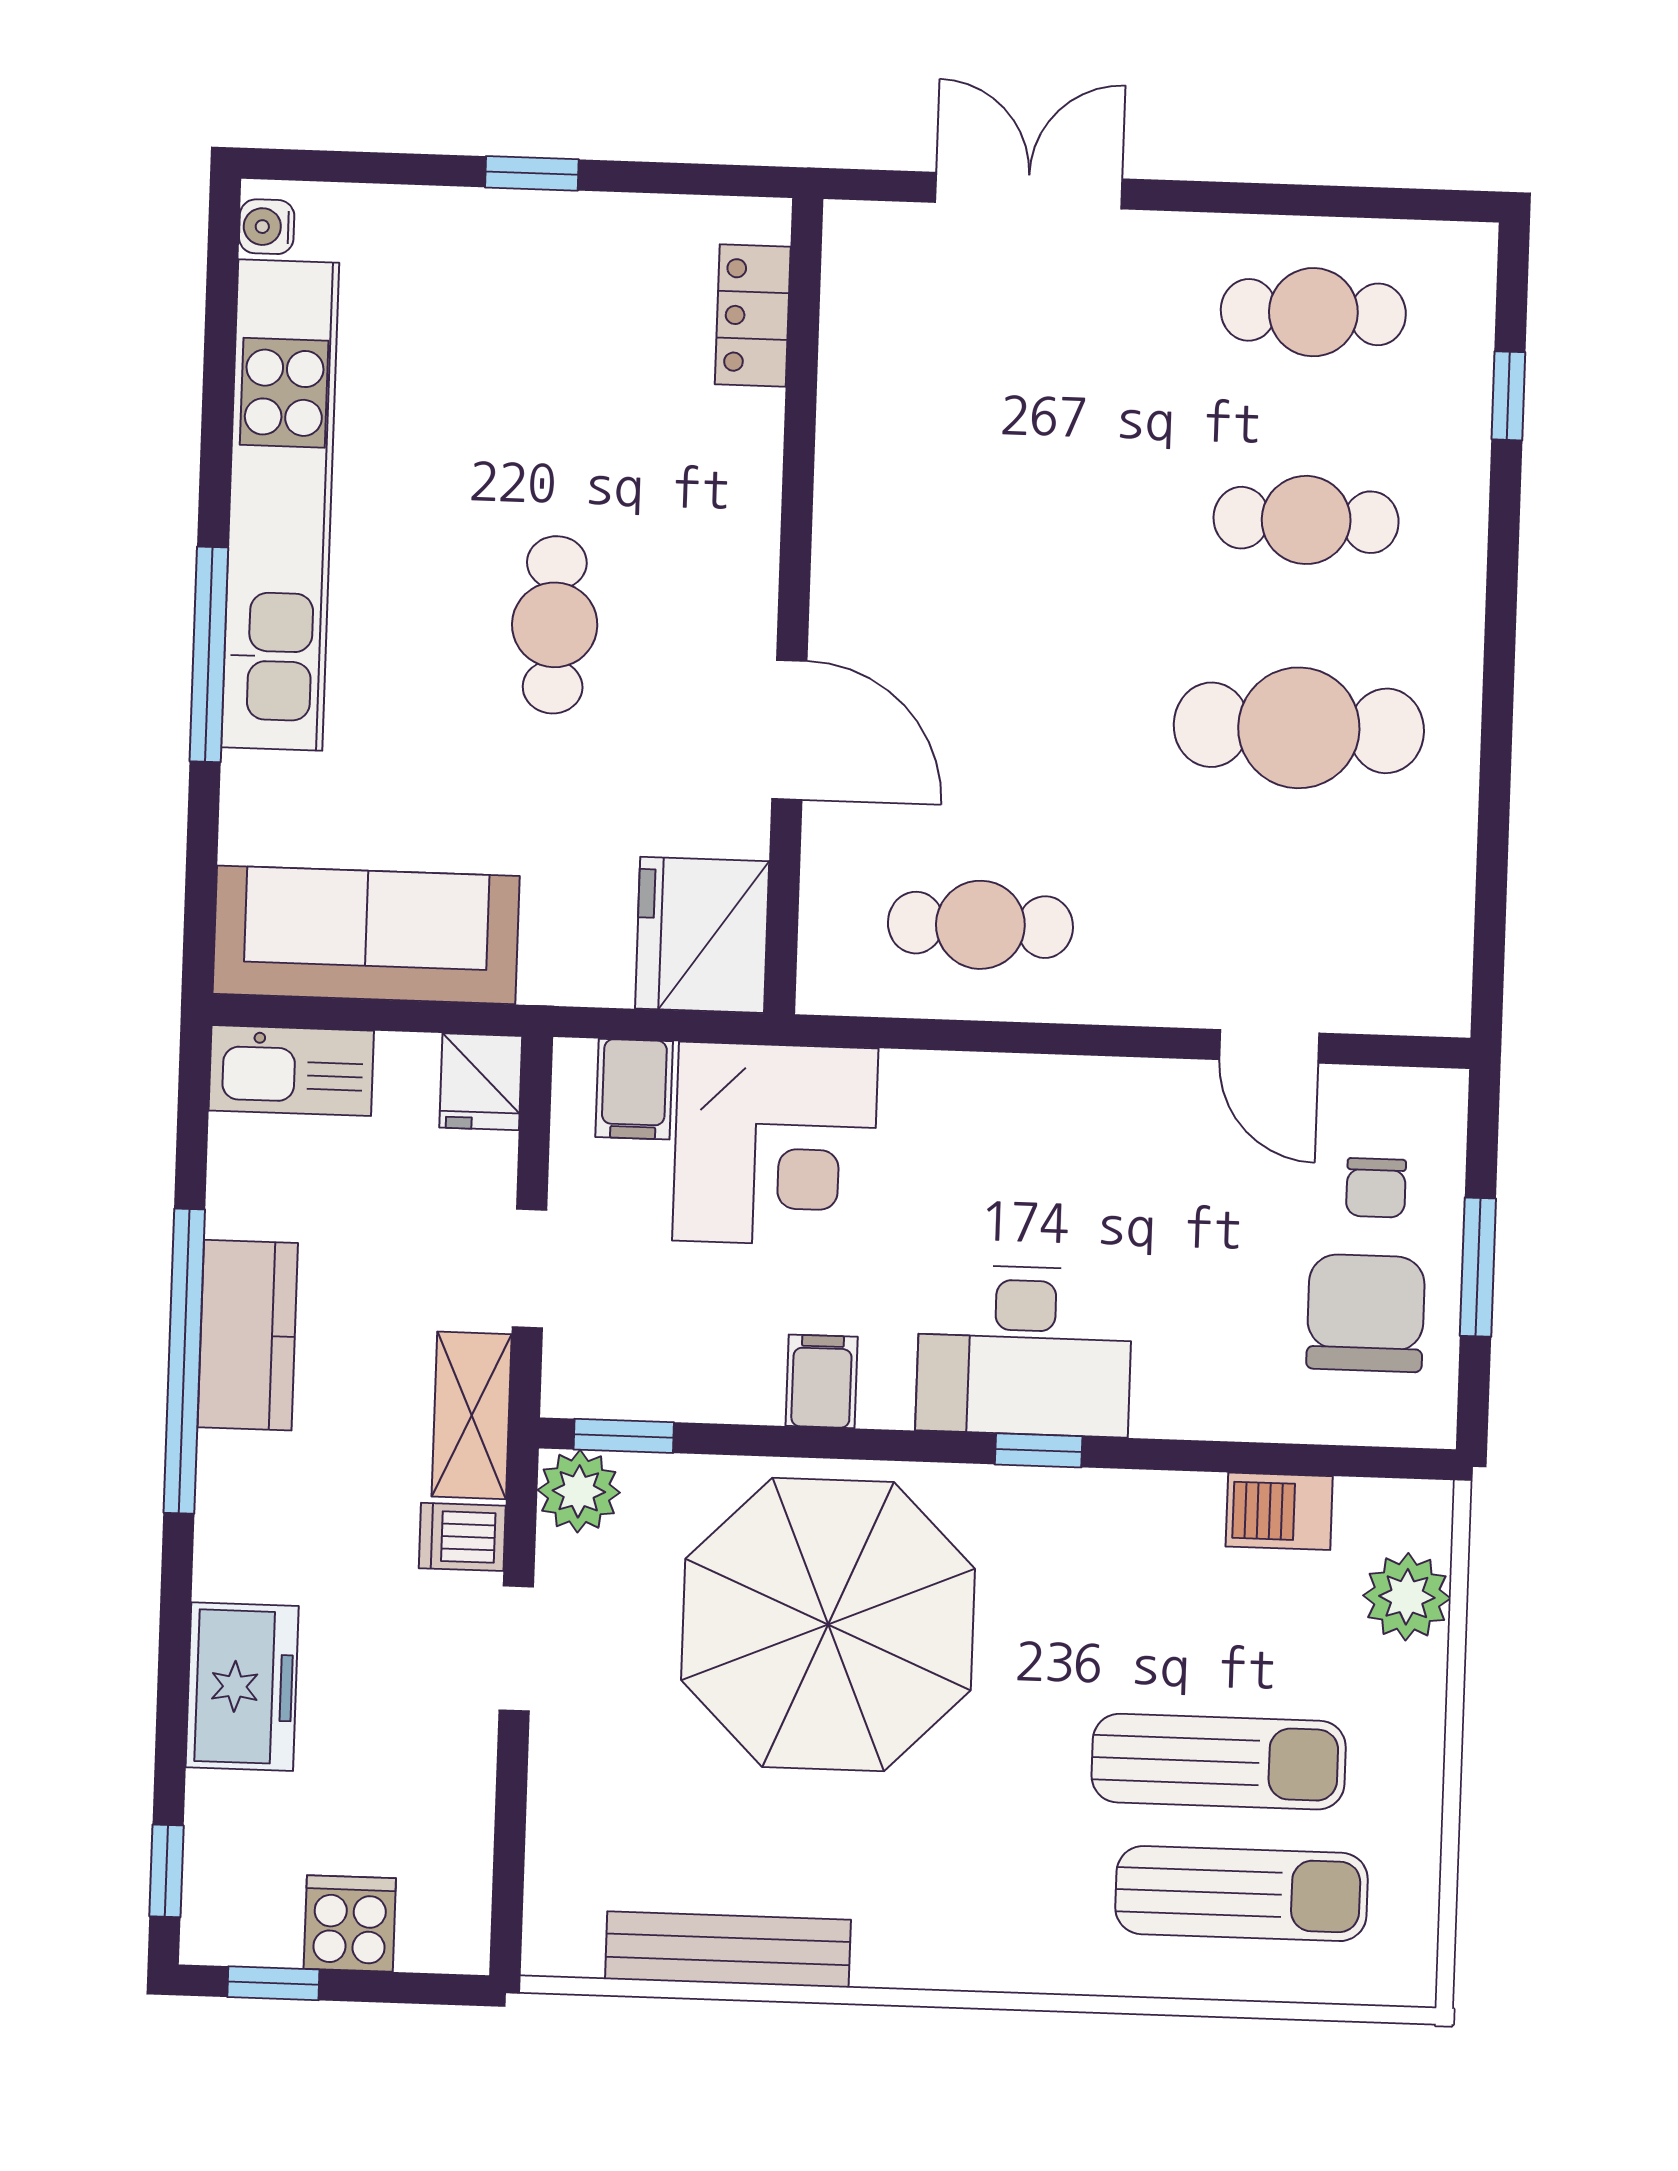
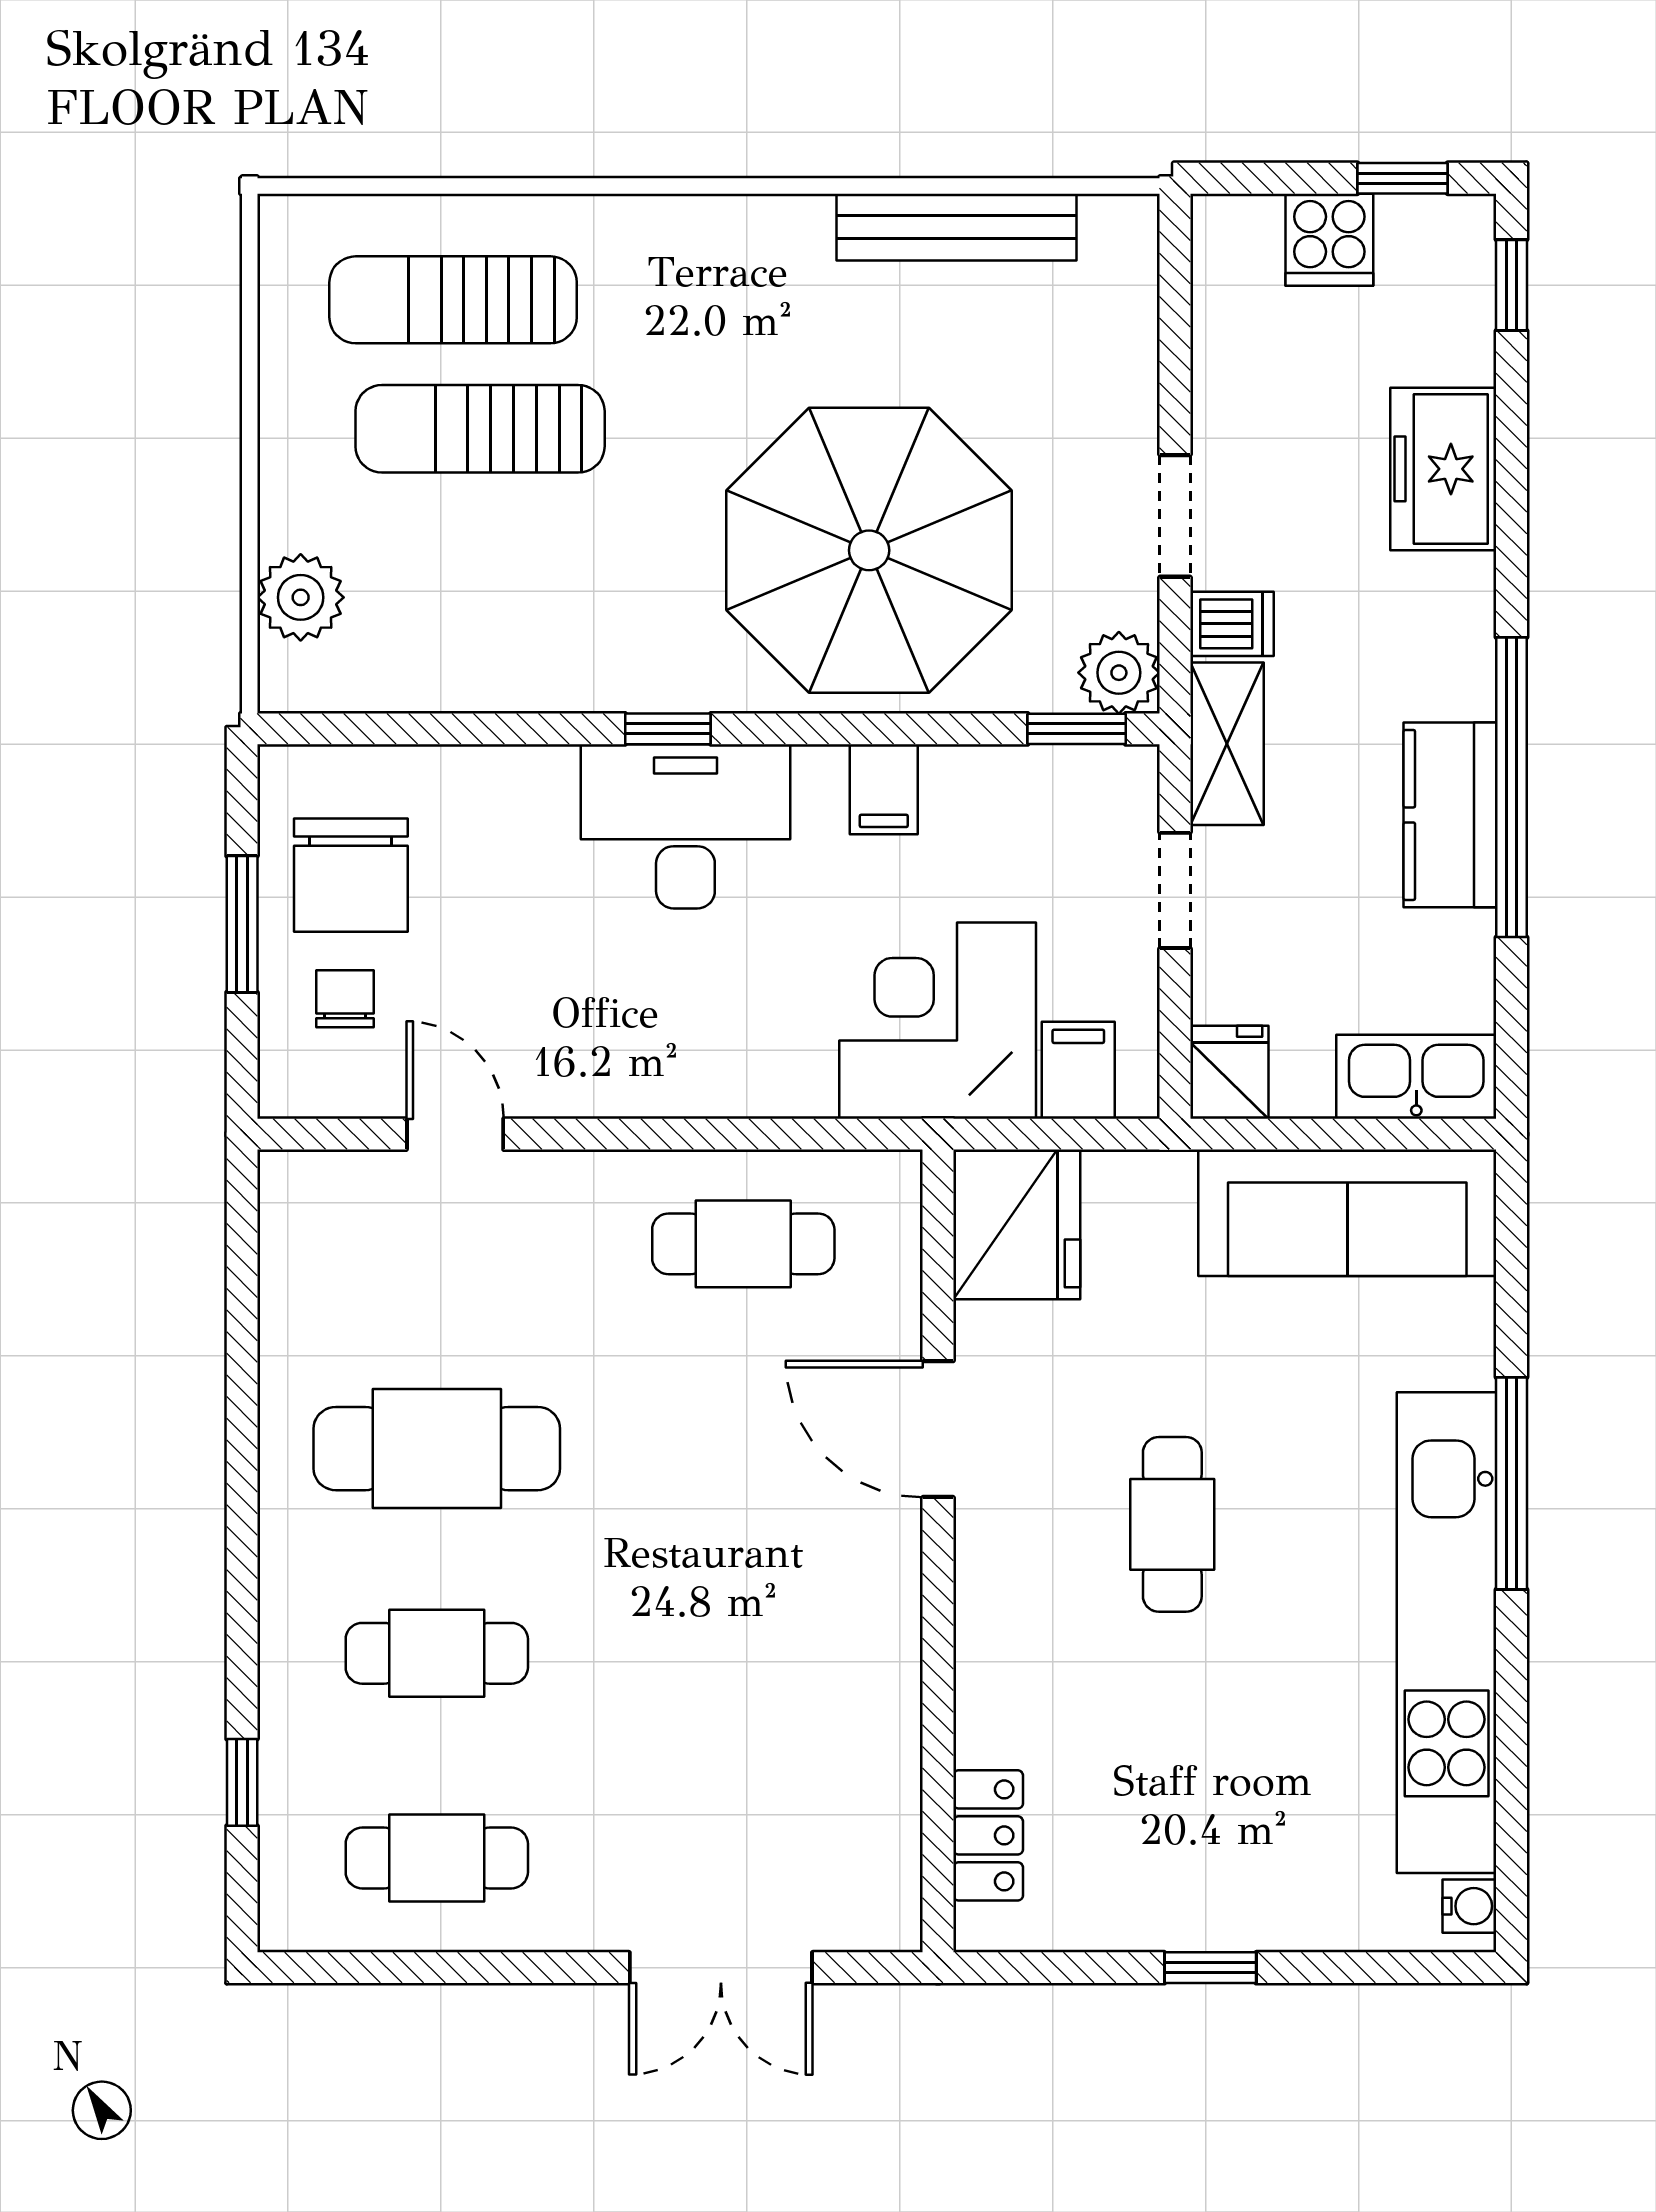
barbecue: (1279, 1511) -> (429, 677), removed

